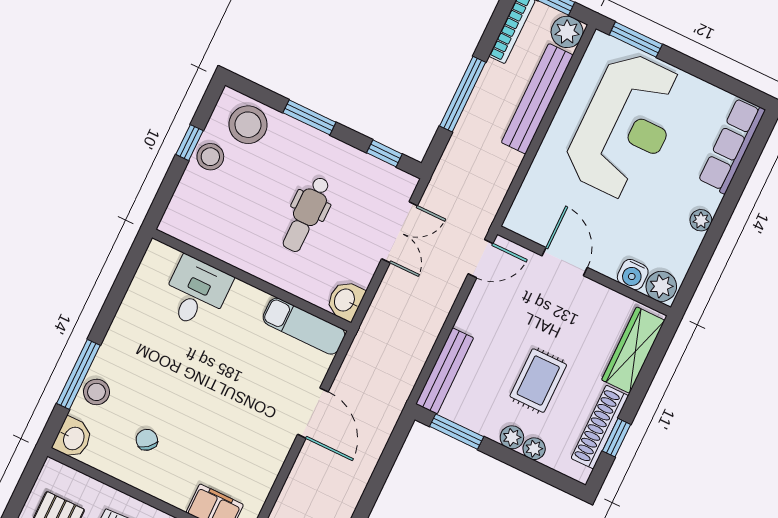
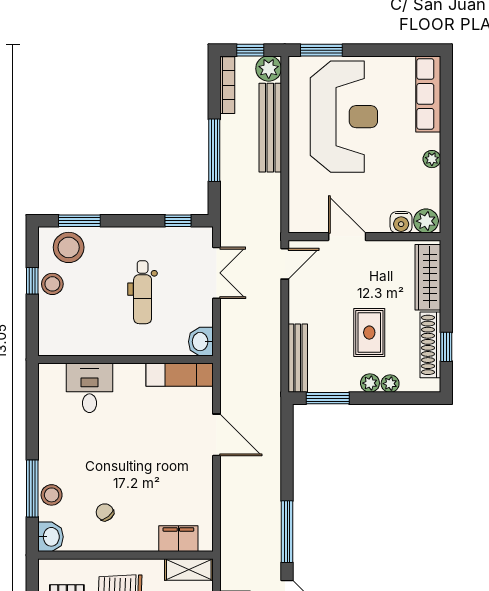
window: (309, 117) -> (79, 221), moved

